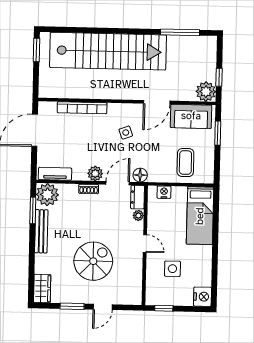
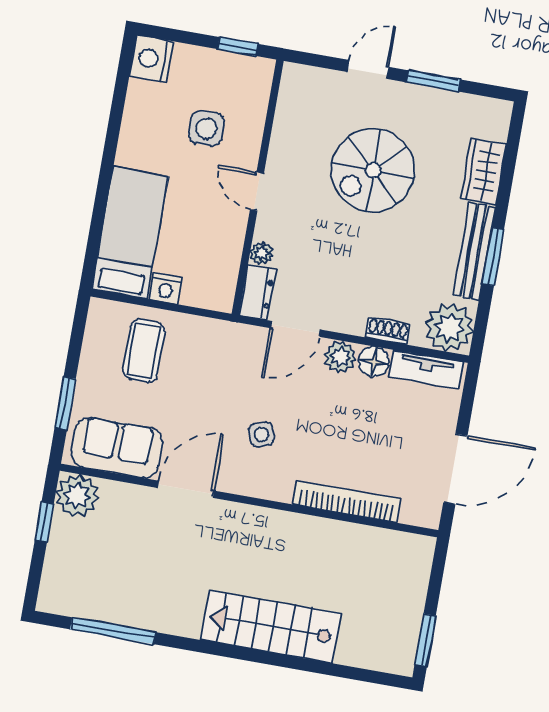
stairs: (108, 51) -> (271, 627), width x0.54, depth x0.66
floor lamp: (140, 175) -> (374, 362), moved
shoe rack: (89, 189) -> (388, 331), moved
nightstand: (164, 192) -> (166, 289), moved
window: (33, 210) -> (493, 257), moved
wardrobe: (42, 288) -> (484, 171), moved

